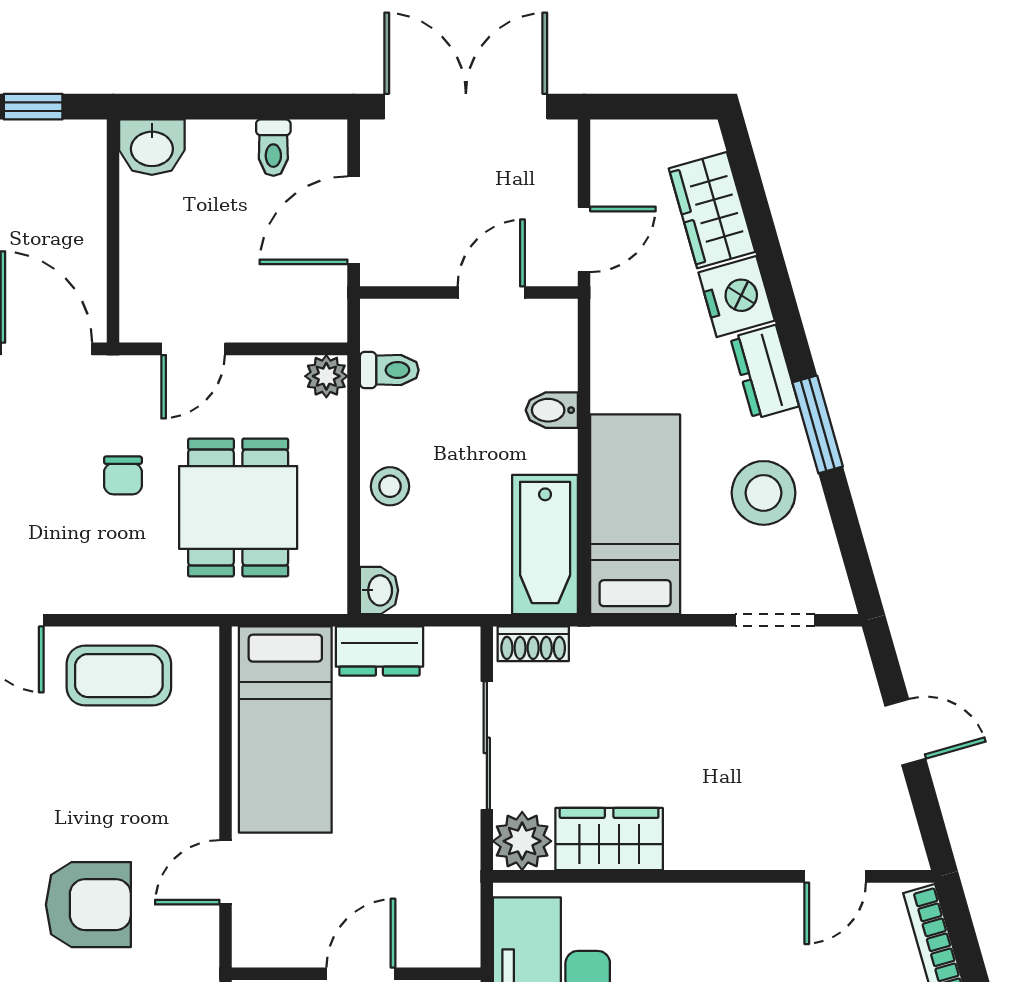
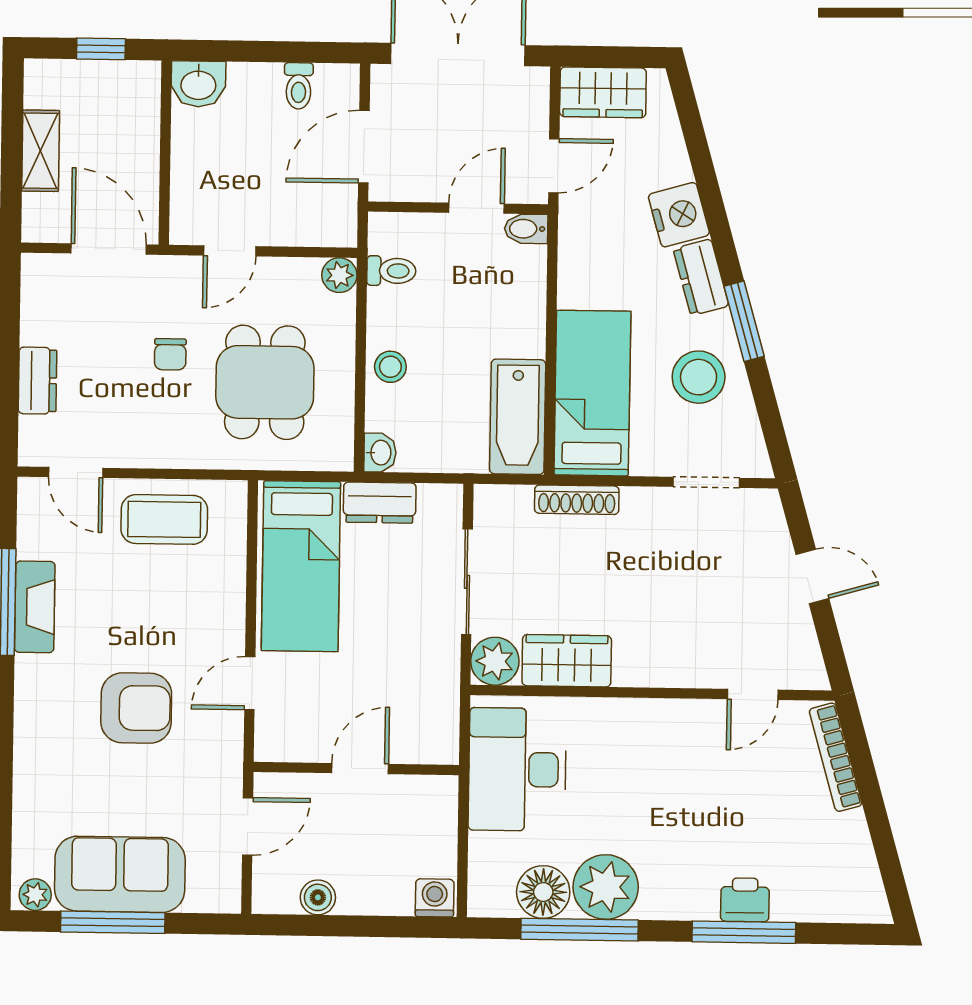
wardrobe: (712, 210) -> (603, 92), moved, turned -74
bidet: (552, 410) -> (526, 229), moved
shoe rack: (533, 644) -> (577, 500), moved, width x1.43

